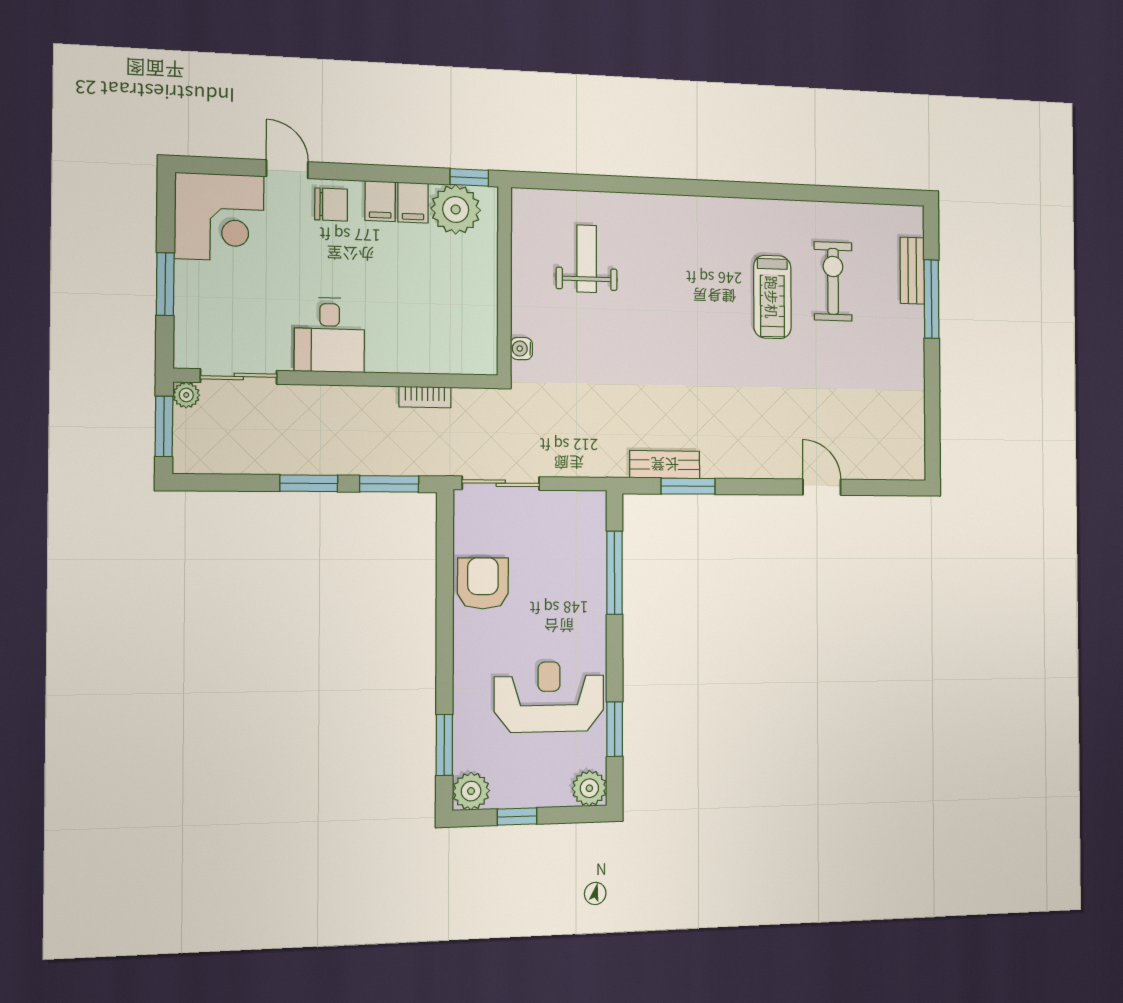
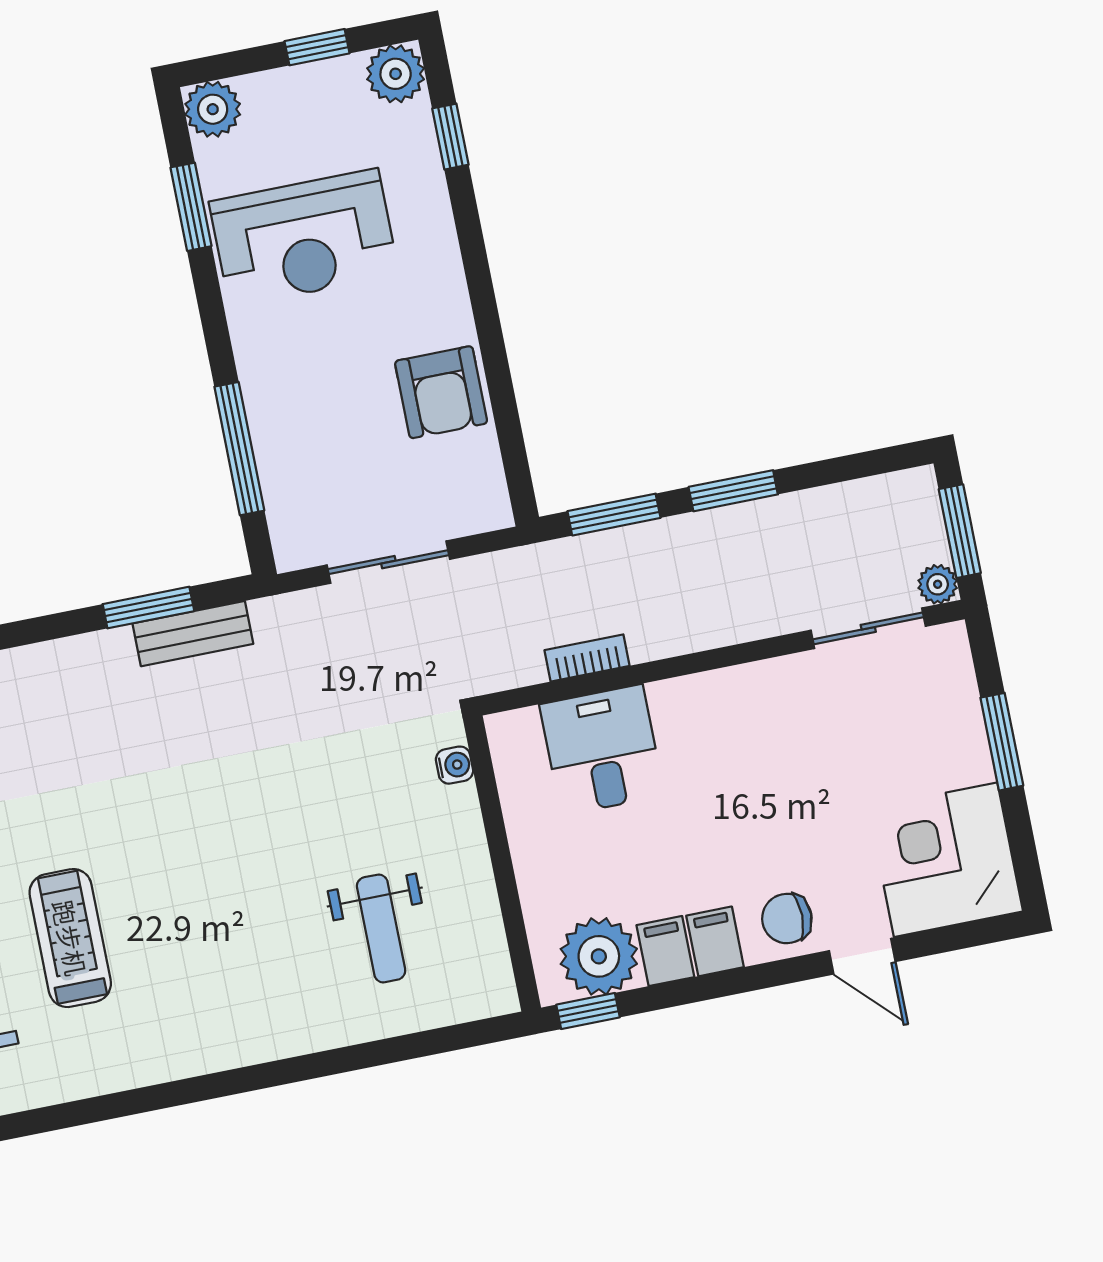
desk: (329, 335) -> (602, 750), moved
sliding door: (501, 483) -> (388, 562), moved
window: (444, 745) -> (450, 137), width x0.67

